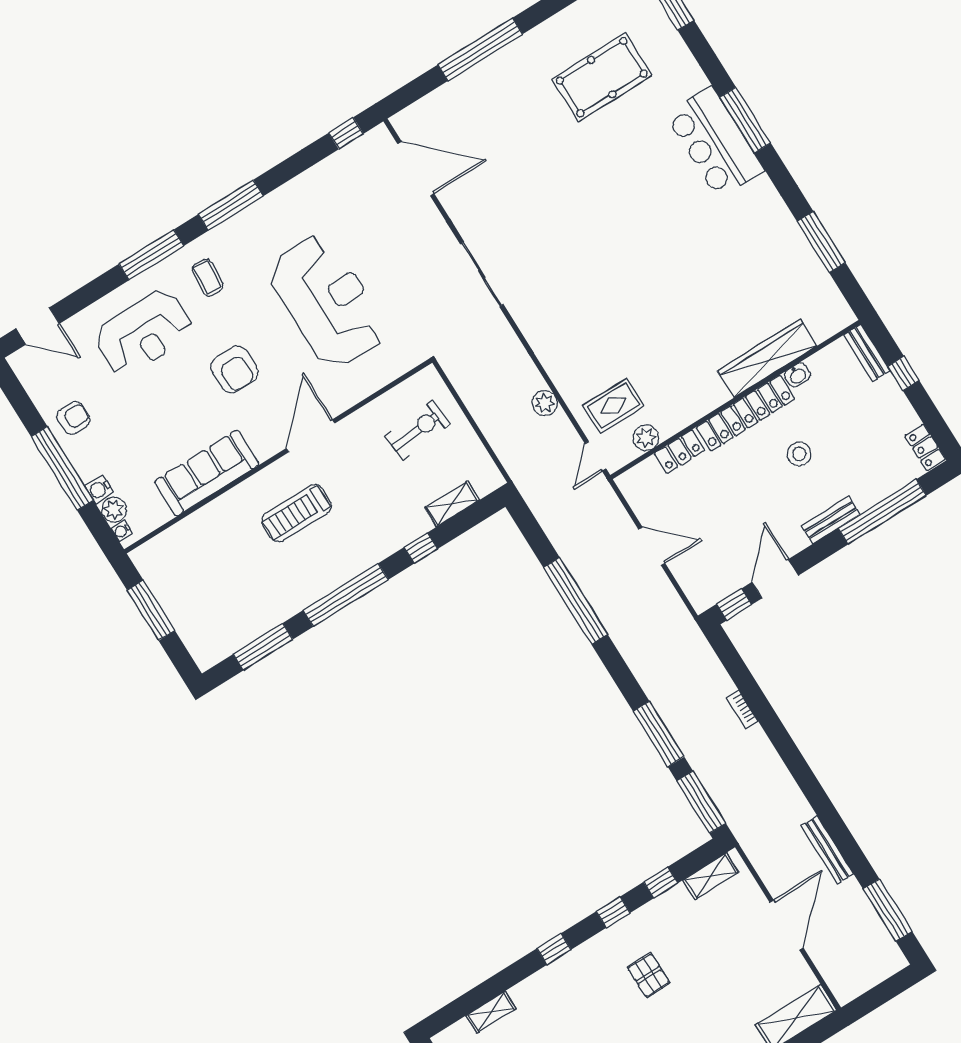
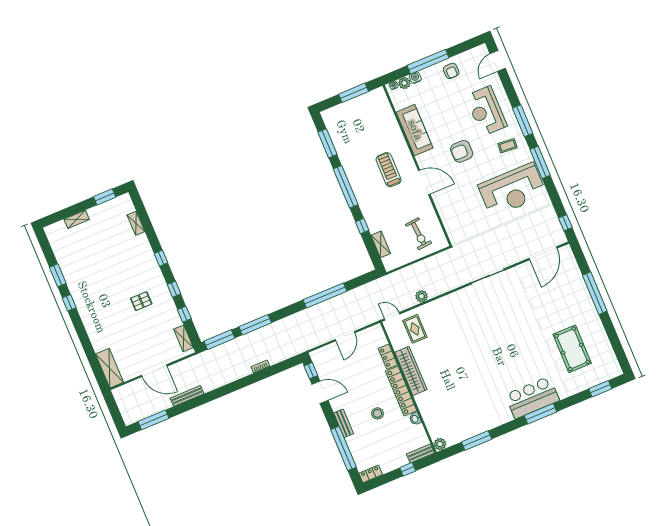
reception desk: (327, 301) -> (512, 190), moved
wardrobe: (767, 358) -> (411, 371), moved
plant: (646, 438) -> (440, 444), moved

